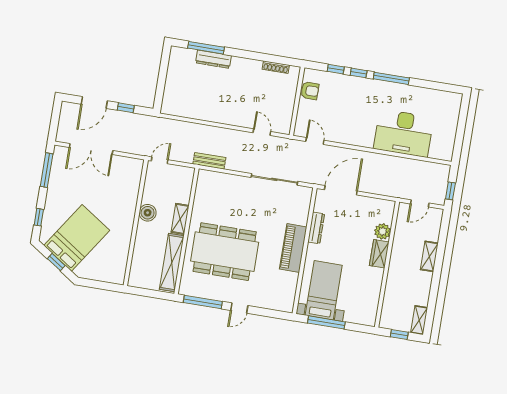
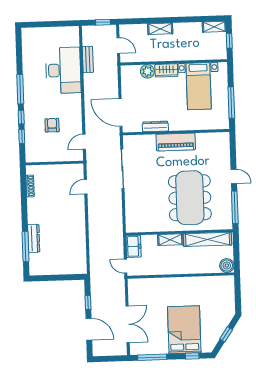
armchair: (310, 91) -> (52, 125), moved
bench: (209, 161) -> (88, 60), moved
freezer: (181, 174) -> (134, 246), added
boiler: (148, 213) -> (227, 266), moved
bed: (77, 238) -> (184, 330), moved, turned 56
bed with nightstands: (324, 290) -> (199, 86), moved, turned -90

